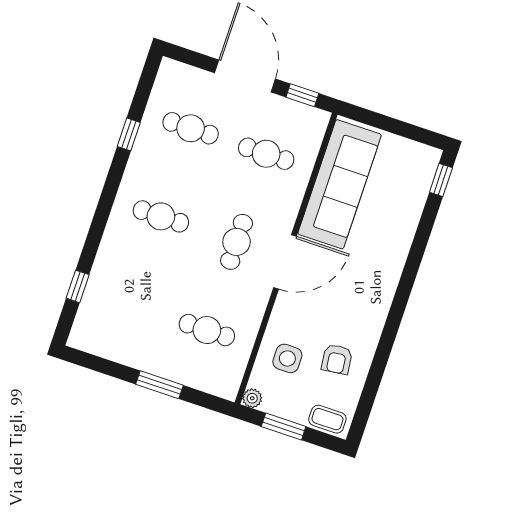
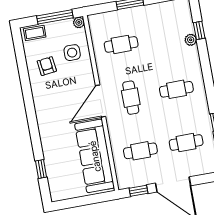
window: (441, 180) -> (41, 169), moved
plant: (98, 279) -> (191, 40), added
window: (284, 426) -> (55, 17), width x1.44

